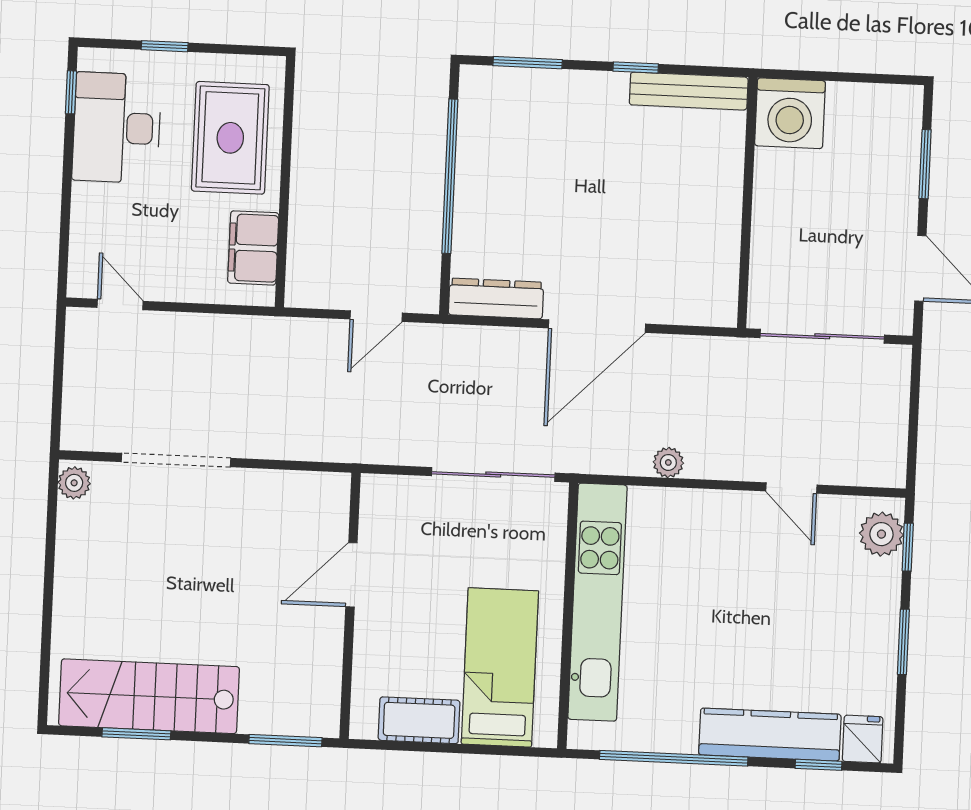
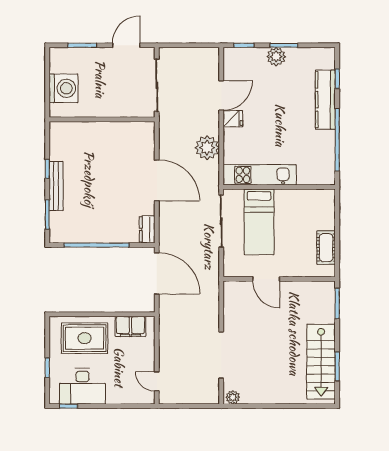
bench: (689, 91) -> (56, 186), moved
washing machine: (790, 113) -> (63, 88), moved
dresser: (496, 298) -> (147, 229), width x0.70
door: (120, 304) -> (157, 381), hinge flipped
door: (376, 316) -> (157, 273), width x1.88
plant: (668, 462) -> (207, 148), width x1.88, depth x1.88
door: (791, 488) -> (221, 95), width x1.38
plant: (881, 534) -> (276, 57), moved
kitchen unit: (597, 602) -> (260, 175), width x0.73
bed: (500, 667) -> (259, 222), moved, turned -90
fridge: (863, 739) -> (233, 119), moved, turned 180

